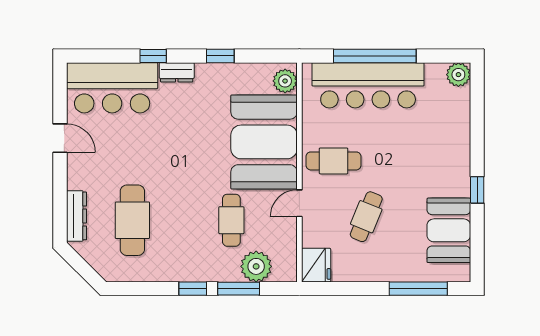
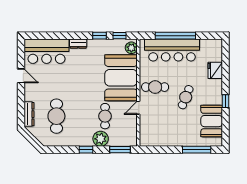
window: (153, 56) -> (120, 36), moved
plant: (458, 75) -> (216, 45), removed
cafe table: (366, 217) -> (186, 97), moved
fridge: (316, 265) -> (215, 70), moved, turned 180
plant: (256, 266) -> (101, 139), moved
window: (239, 289) -> (120, 150), moved

